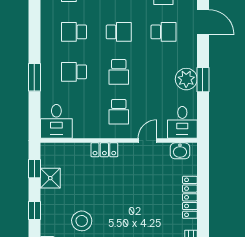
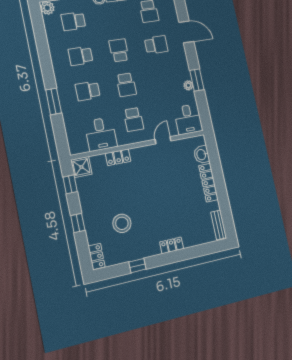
school desk: (119, 32) -> (119, 50), turned -90
plant: (186, 79) -> (188, 85), width x0.53, depth x0.53
desk: (56, 121) -> (101, 134), moved
locker: (104, 150) -> (118, 157), moved
washbasin: (180, 151) -> (202, 155), moved, turned 90
shower: (50, 178) -> (81, 167), moved

